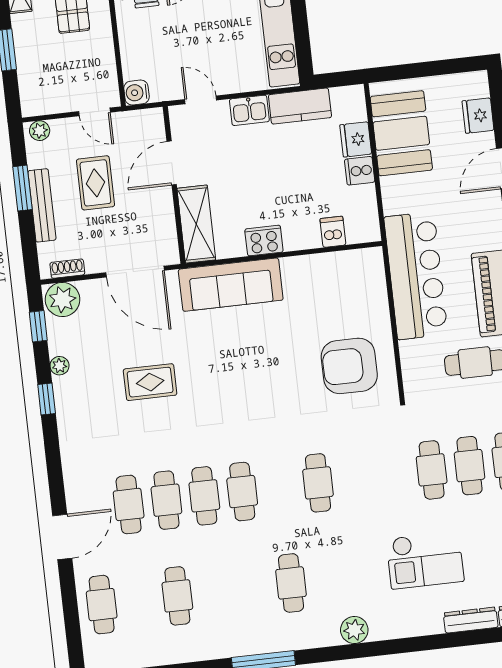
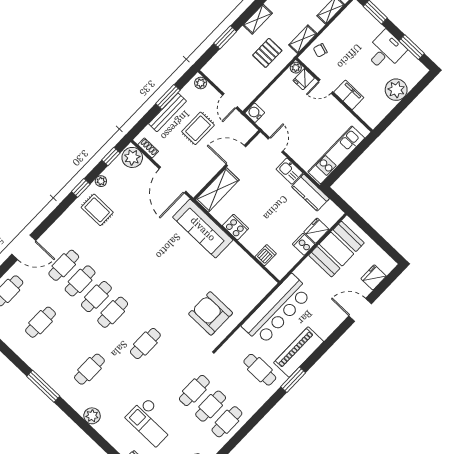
rug: (150, 382) -> (97, 210), moved

